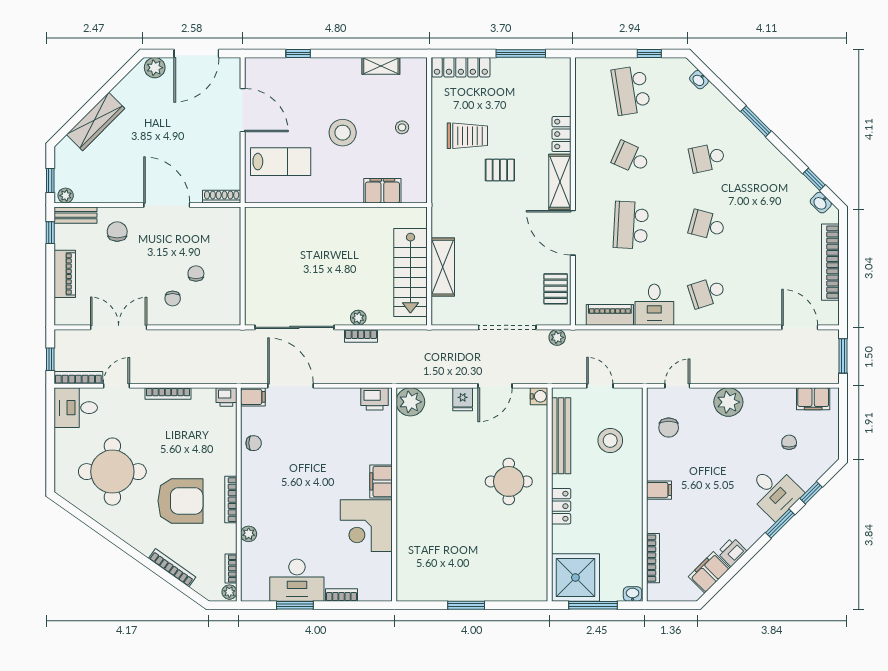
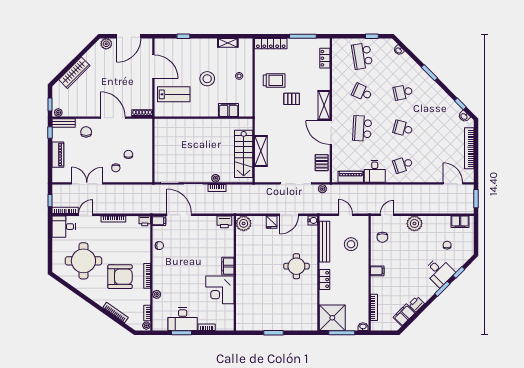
locker: (562, 134) -> (325, 58), moved

